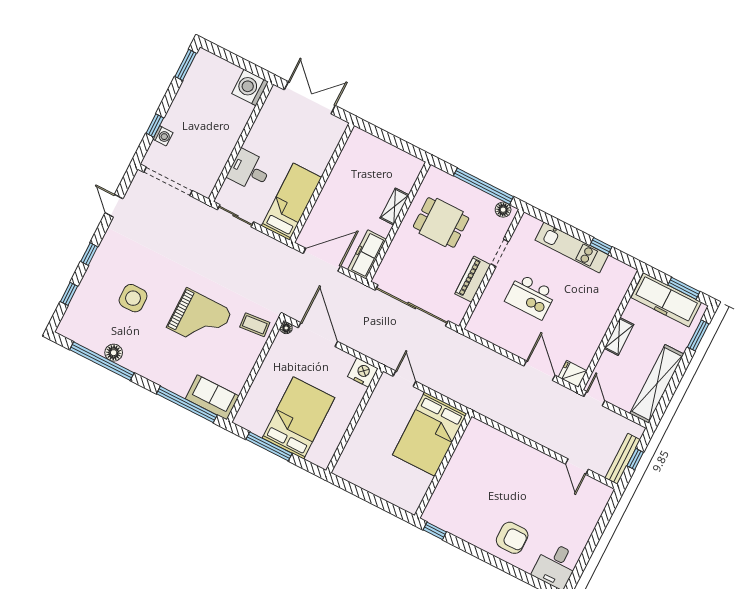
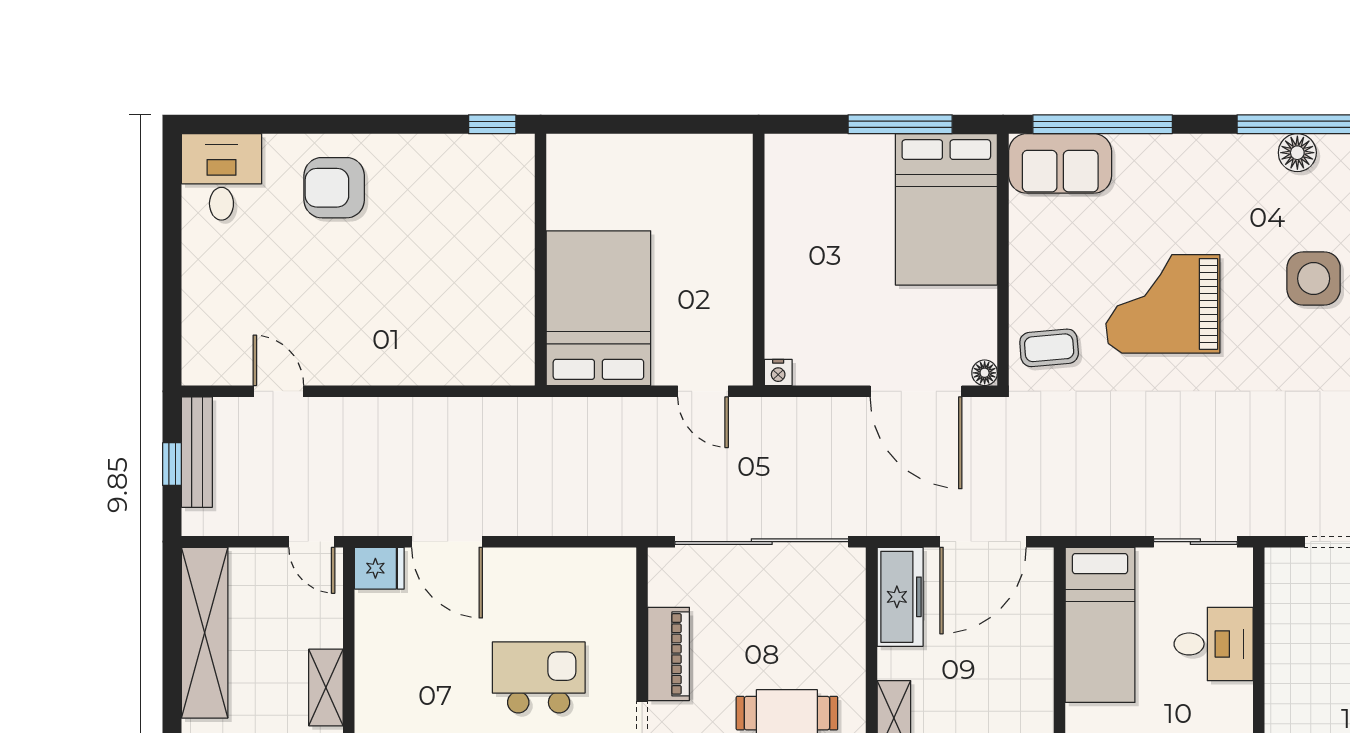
nightstand: (363, 372) -> (778, 372), width x0.53, depth x0.56
bed: (298, 418) -> (946, 209), moved

